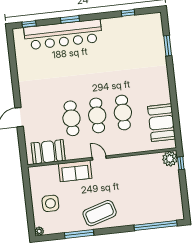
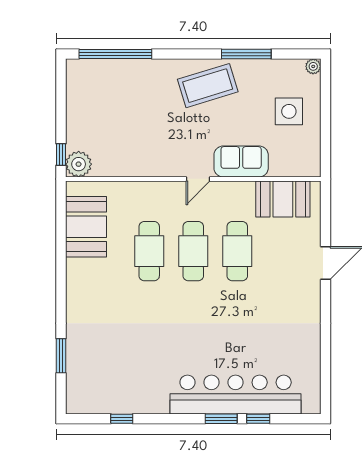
window: (29, 24) -> (258, 419), moved
door: (99, 158) -> (198, 179), hinge flipped

